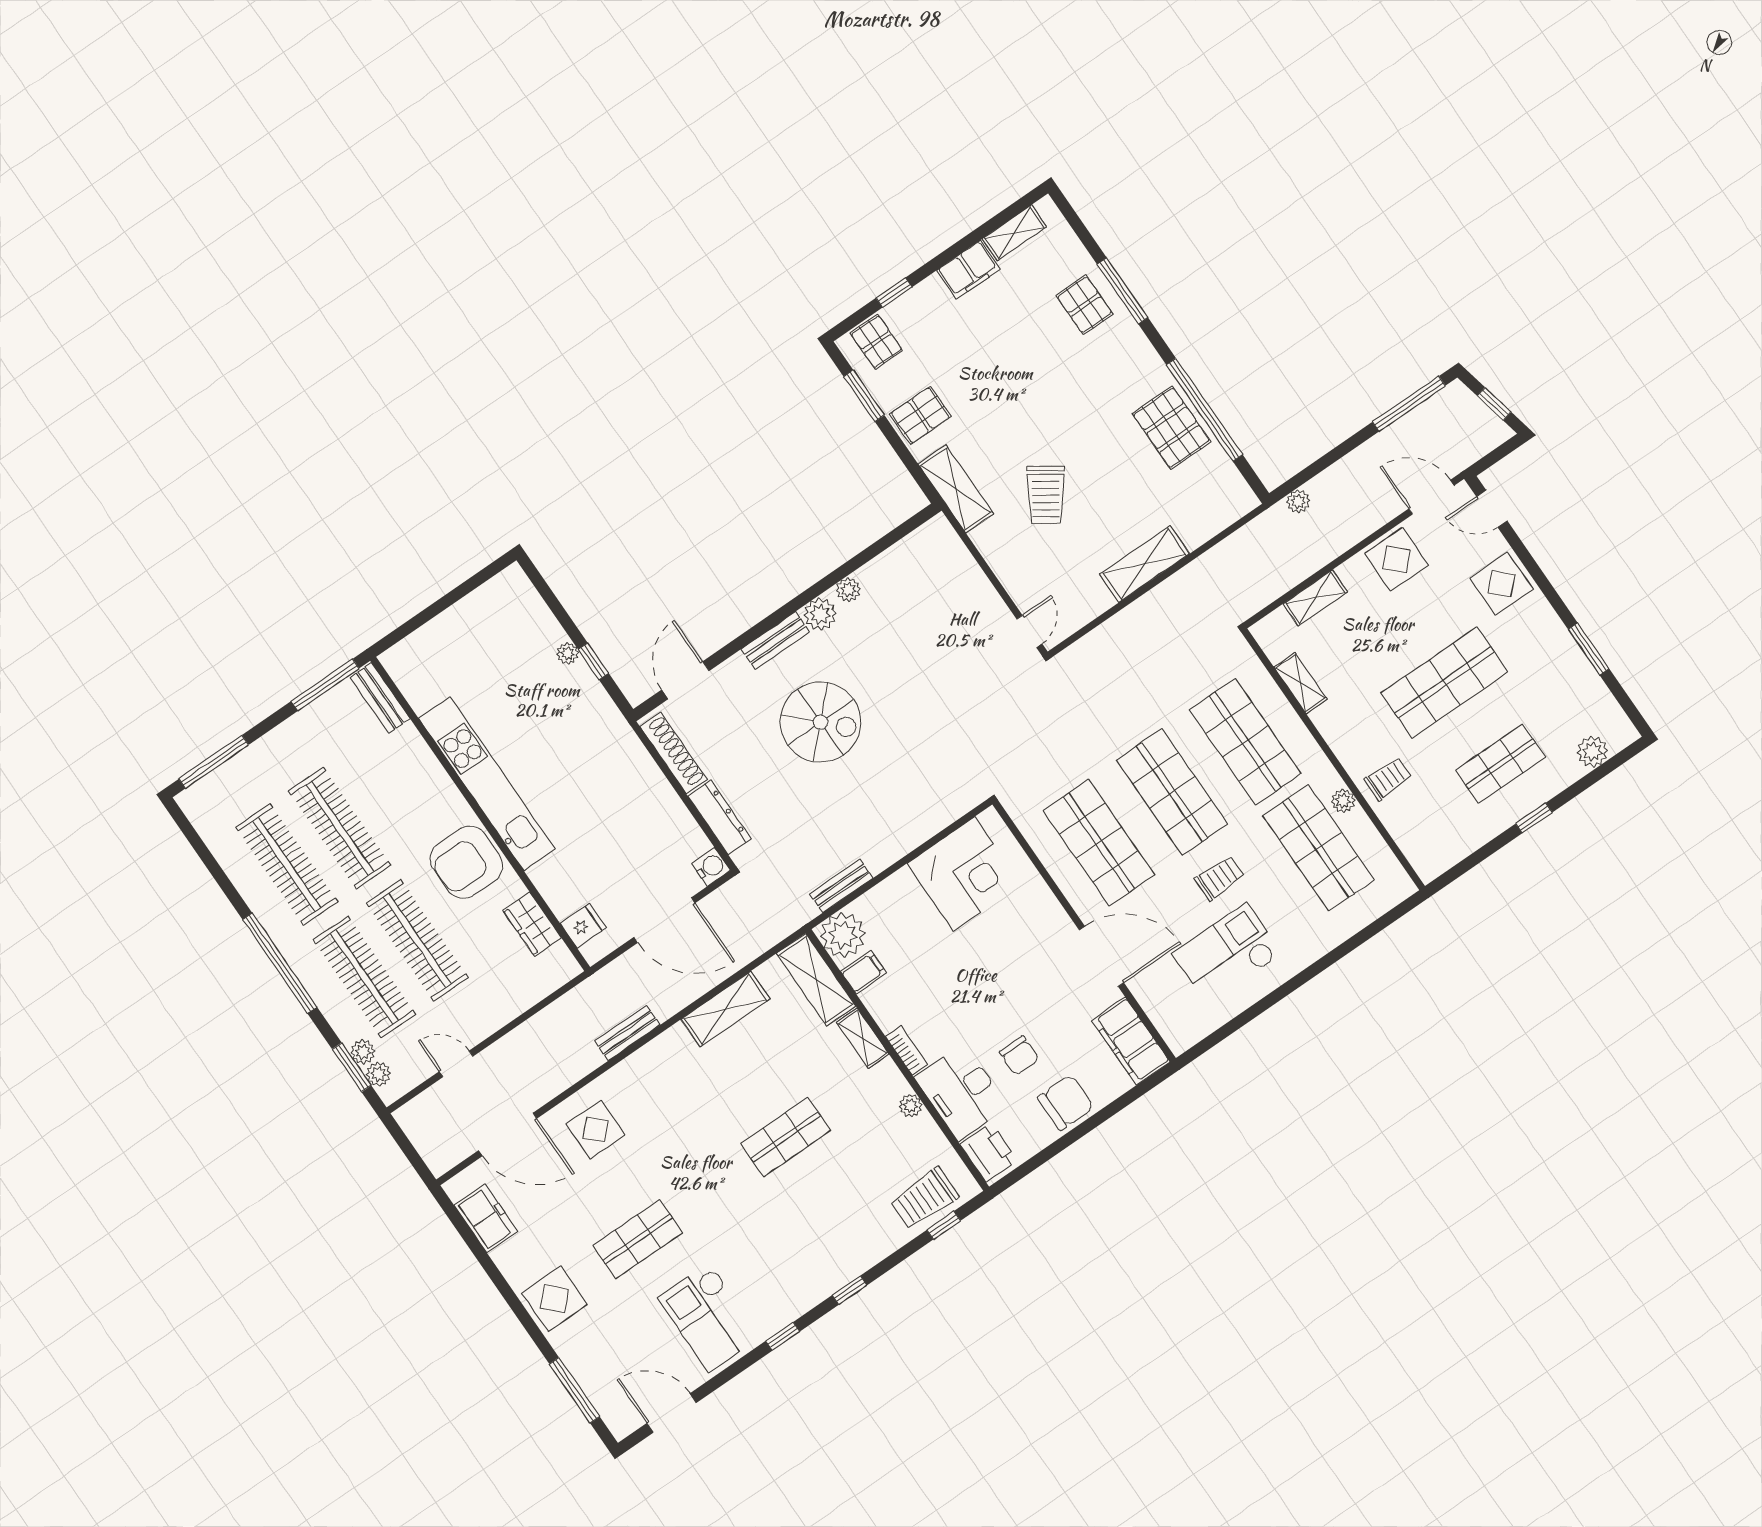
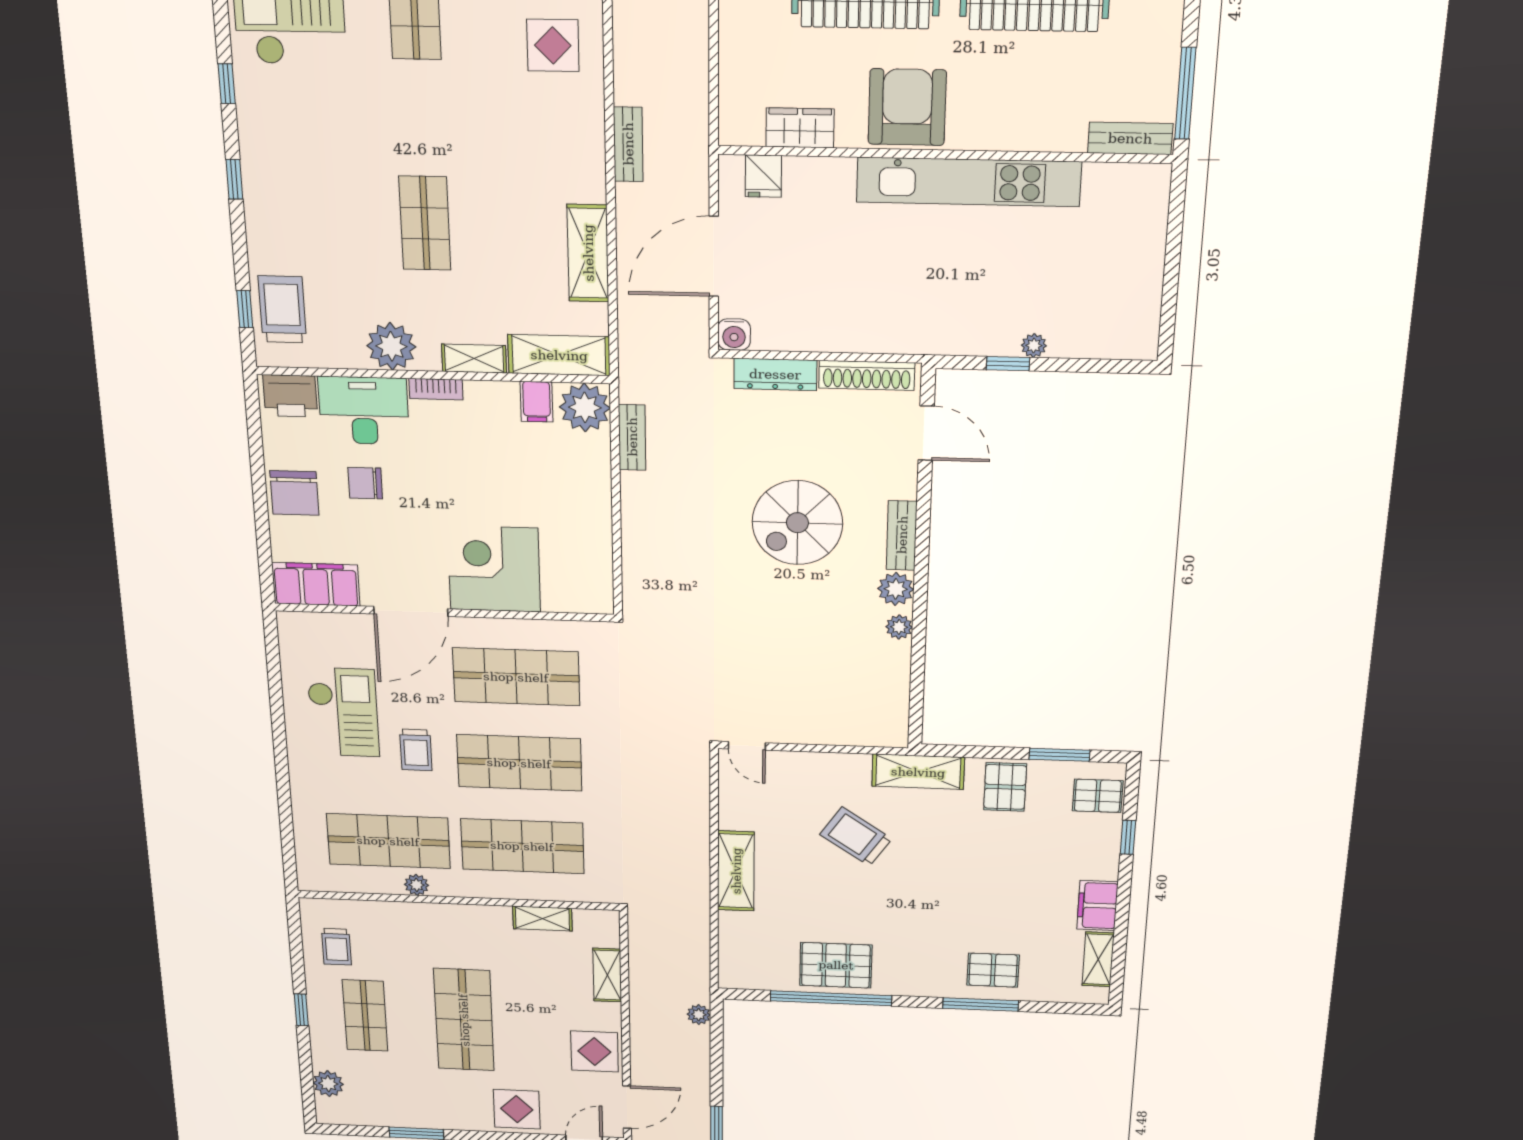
trolley: (1388, 779) -> (336, 947), moved
corner desk: (964, 874) -> (494, 569), moved, turned 90
plant: (911, 1106) -> (391, 346), width x1.87, depth x1.87

